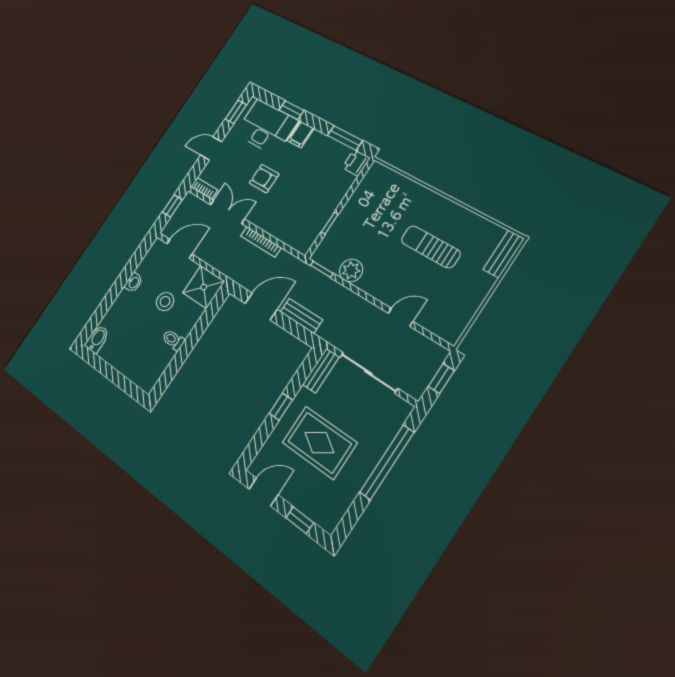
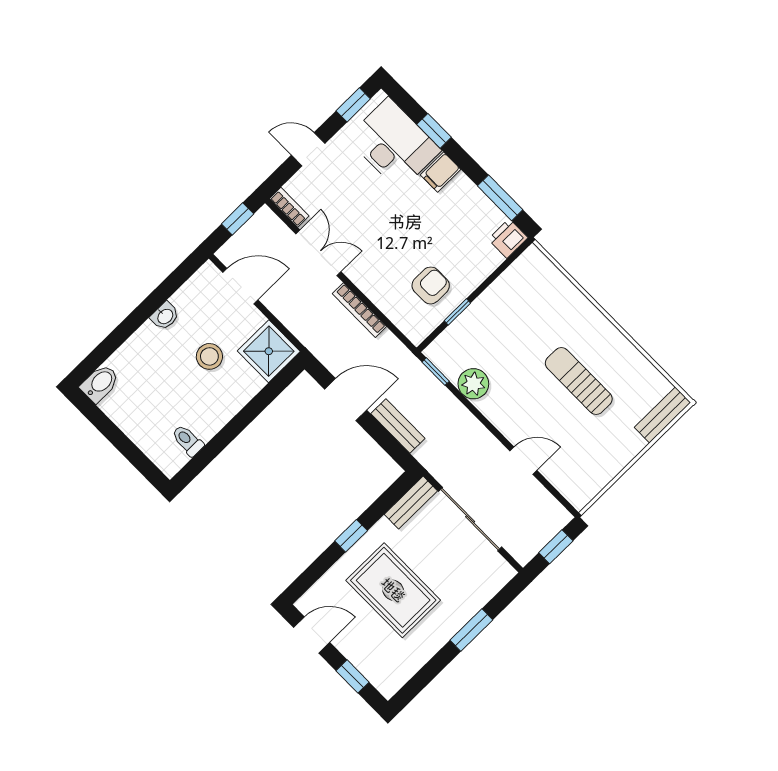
armchair: (264, 179) -> (431, 285), moved, turned 90
toilet: (173, 340) -> (188, 440), moved
window: (387, 462) -> (471, 630), width x0.47

